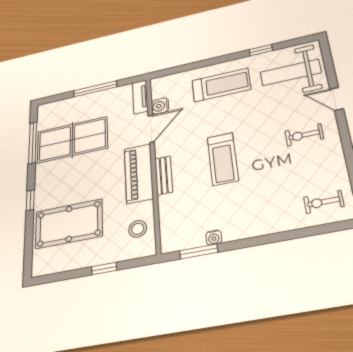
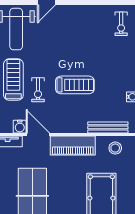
exercise bike: (304, 135) -> (38, 90), moved
bench: (164, 175) -> (108, 127), moved, width x1.36

